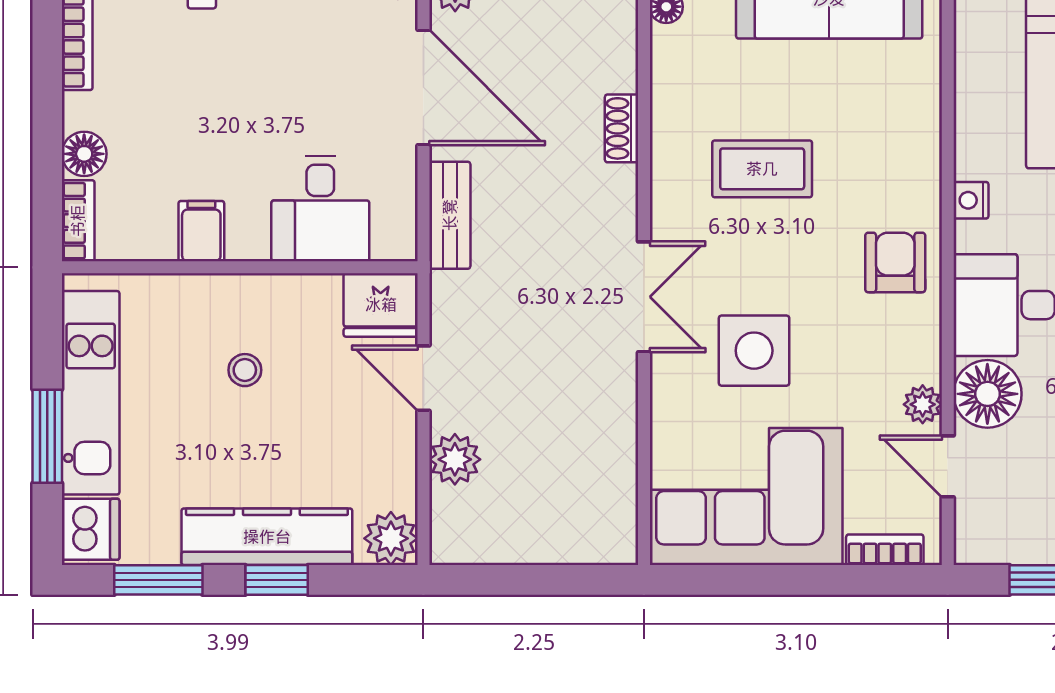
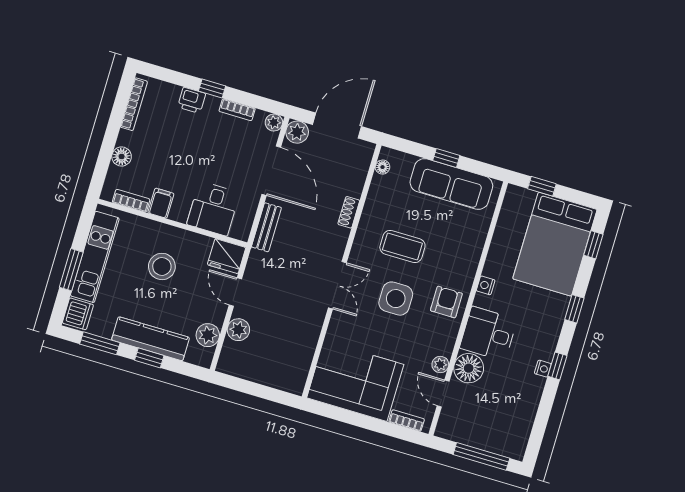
bookcase: (78, 221) -> (131, 201), moved, turned -90
side table: (754, 351) -> (396, 299), moved
stool: (245, 370) -> (162, 266), width x1.89, depth x1.89
plant: (391, 538) -> (208, 335), moved

